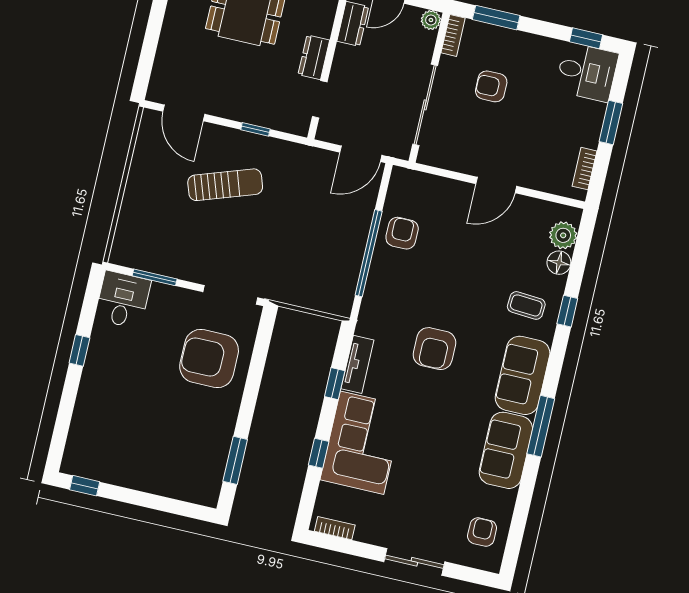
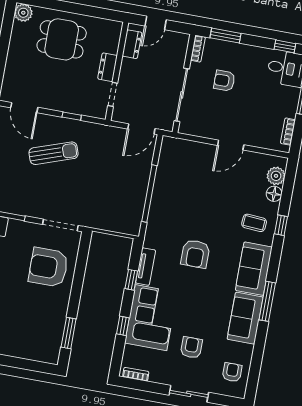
plant: (431, 20) -> (183, 39), removed
armchair: (402, 233) -> (191, 348), moved

